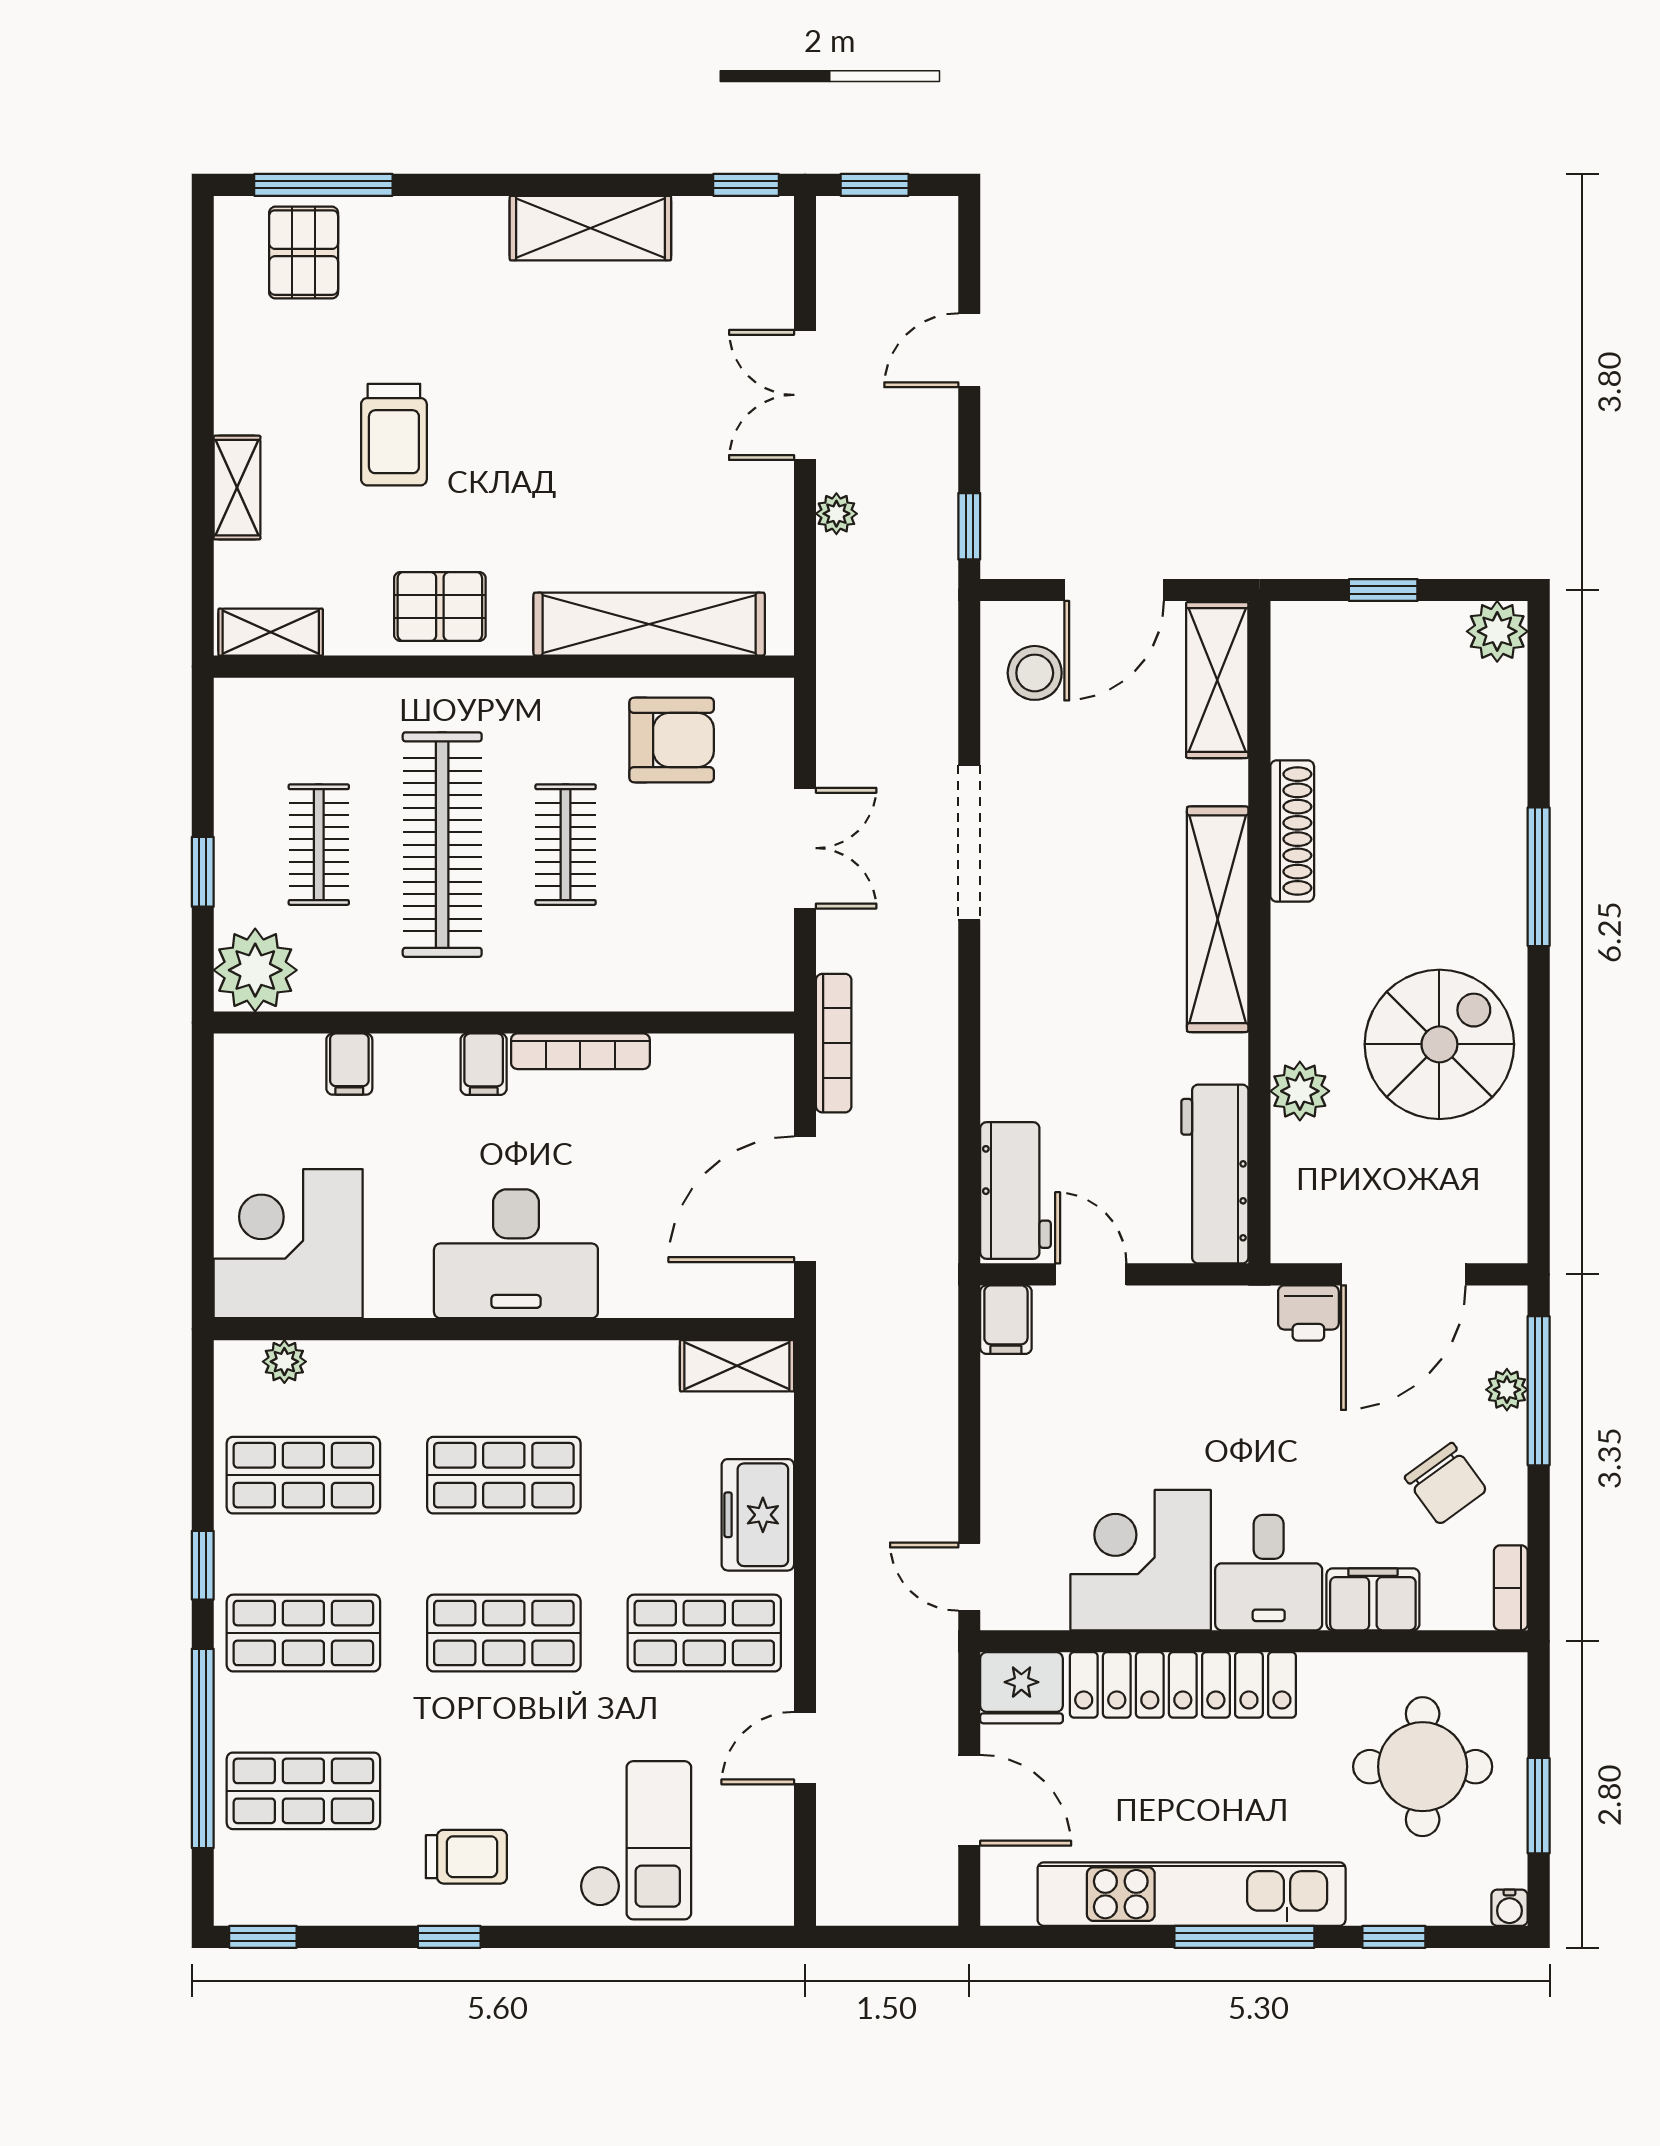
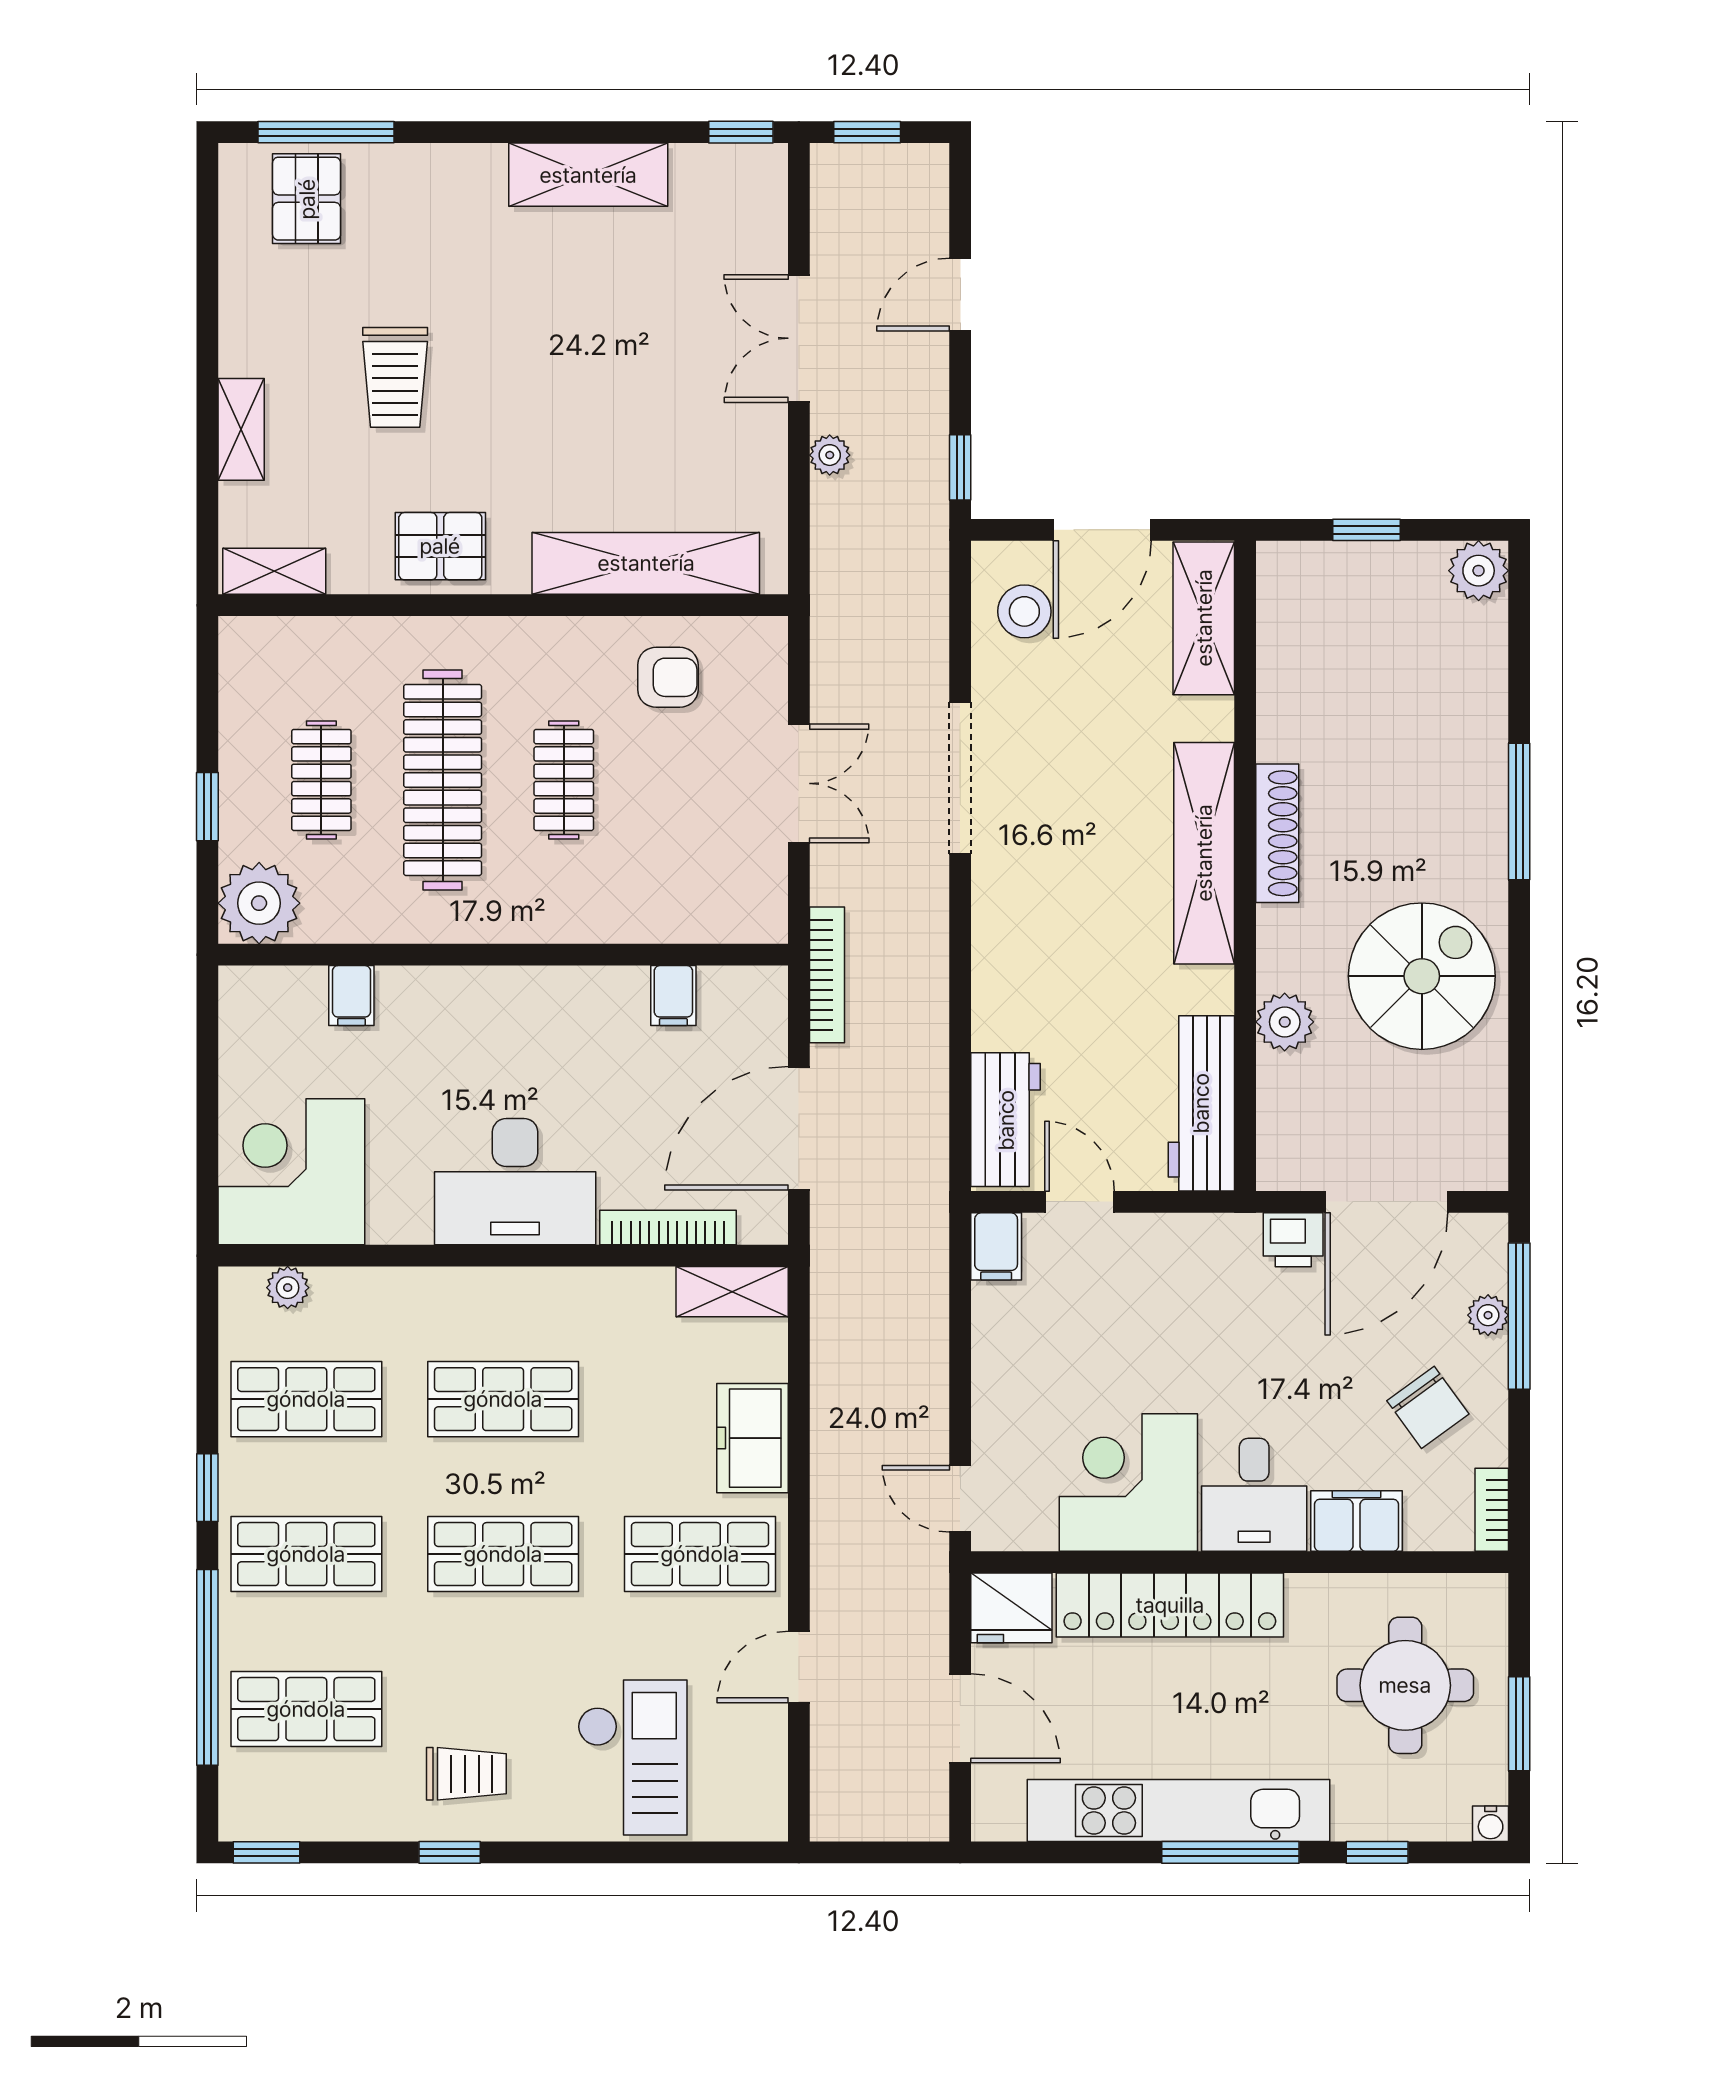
armchair: (672, 740) -> (668, 677), width x0.72, depth x0.72
shoe rack: (1292, 831) -> (1277, 833), moved
bookcase: (580, 1051) -> (668, 1228), moved, turned 180
filing cabinet: (484, 1064) -> (673, 996), moved

